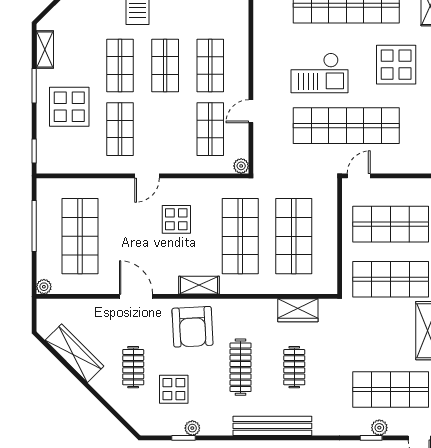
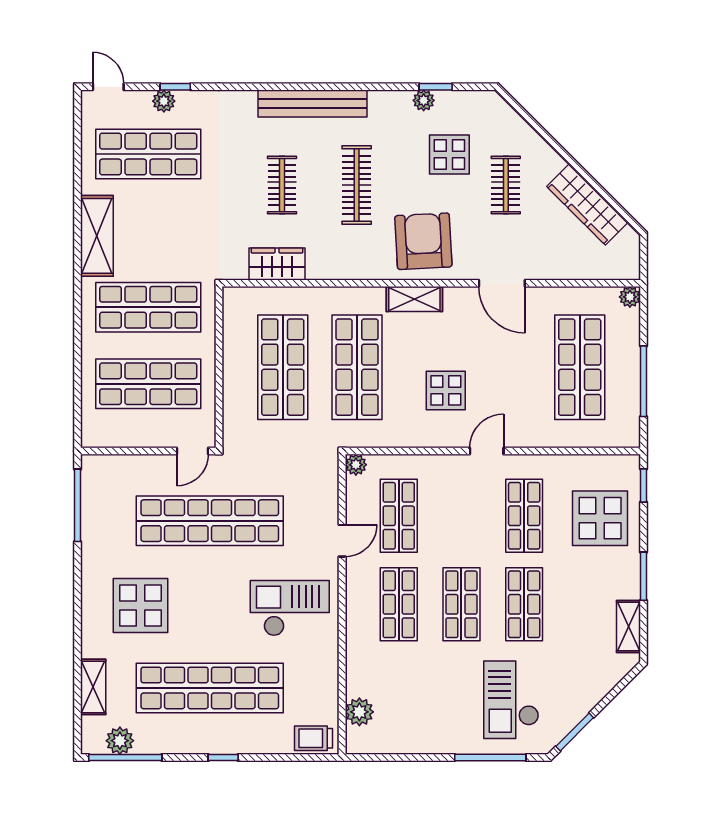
checkout: (319, 73) -> (290, 608), moved
display table: (69, 107) -> (600, 518), moved

